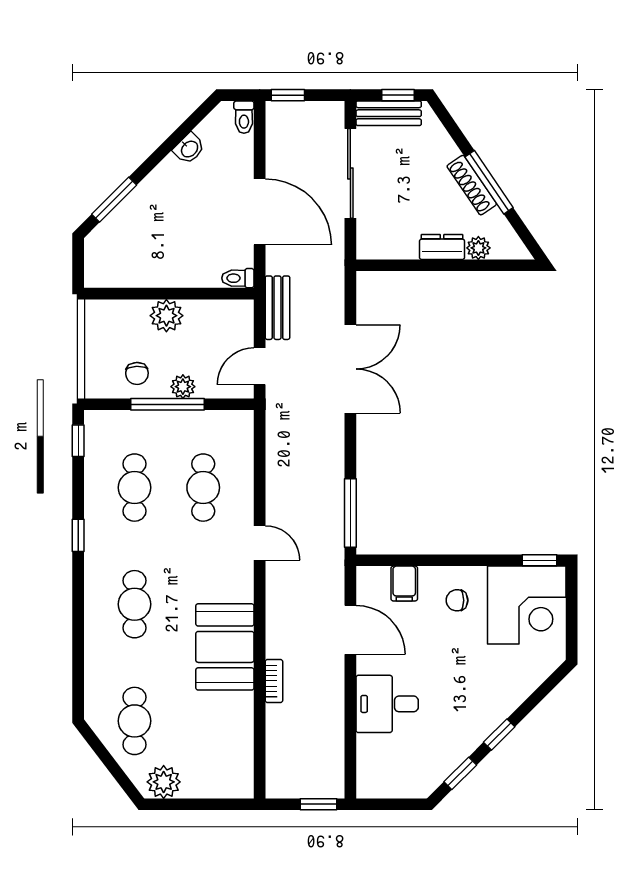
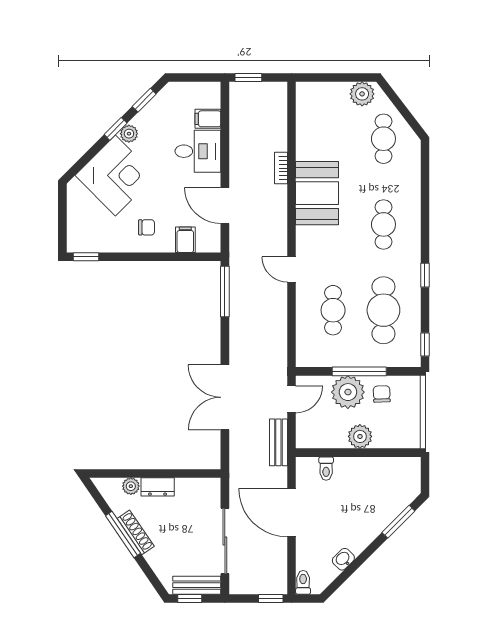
toilet: (238, 278) -> (326, 469), moved, turned 90
plant: (183, 387) -> (348, 392), width x1.87, depth x1.87
cafe table: (135, 488) -> (383, 310), width x1.37, depth x1.35
corner desk: (527, 605) -> (115, 175), moved, turned 135
plant: (481, 728) -> (129, 134), added
filing cabinet: (373, 748) -> (208, 119), added

